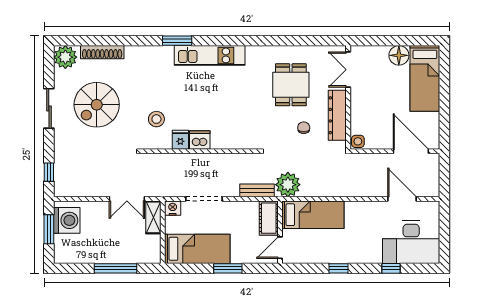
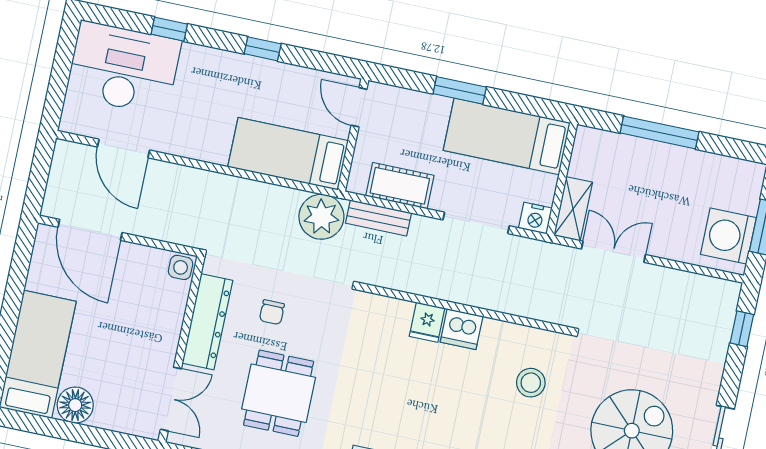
fridge: (180, 140) -> (427, 322), moved
cot: (269, 218) -> (400, 186), moved, turned 90
door: (280, 248) -> (359, 107), swing flipped

